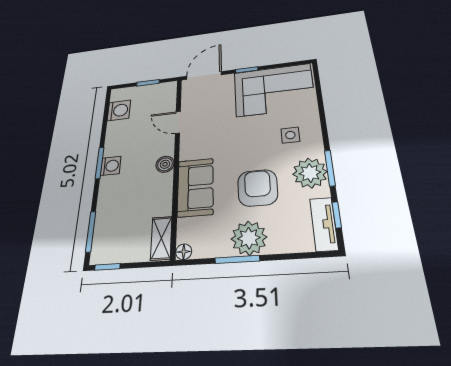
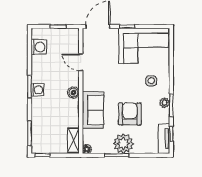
plant: (310, 173) -> (165, 103), width x0.53, depth x0.53

